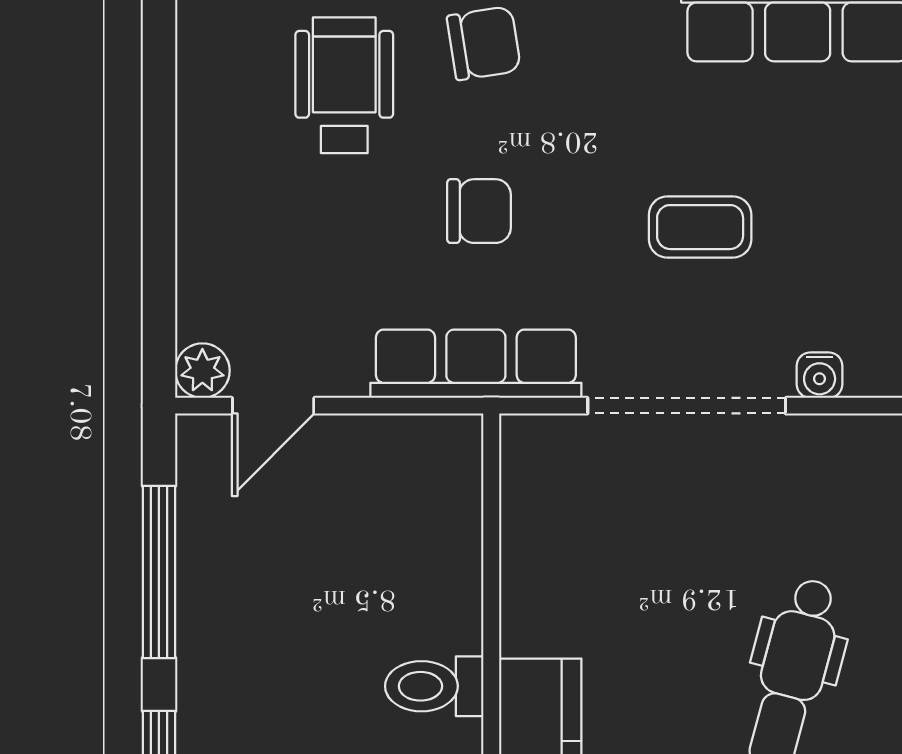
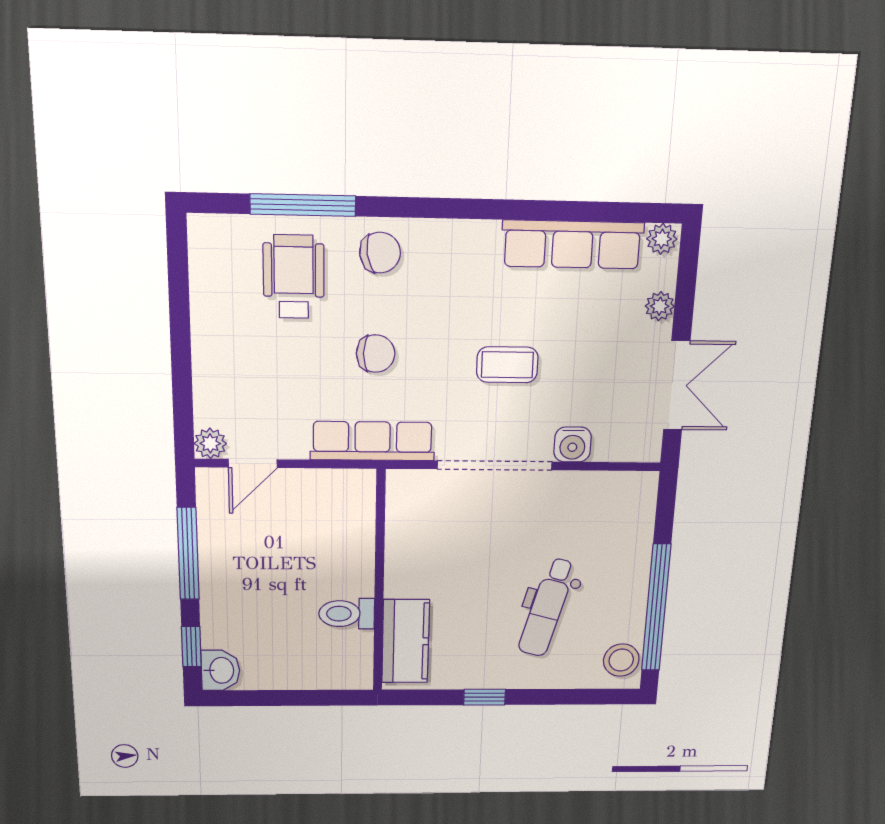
water cooler: (820, 375) -> (572, 444), width x1.38, depth x1.38

